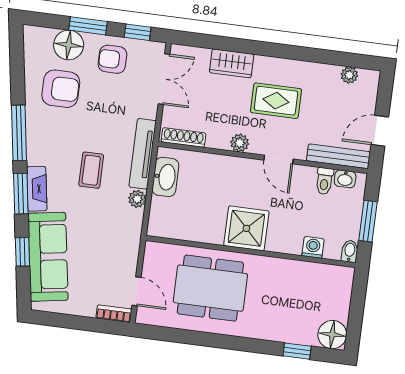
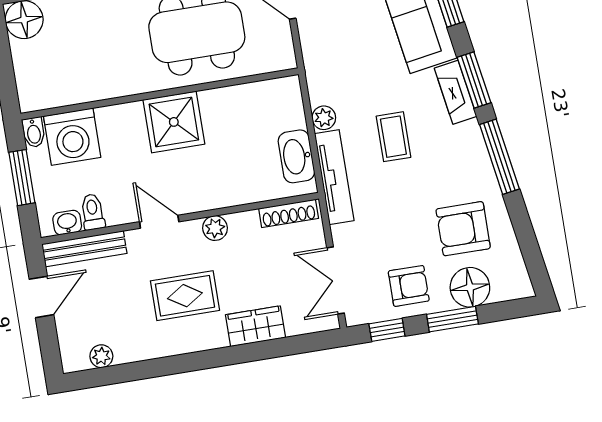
washing machine: (313, 247) -> (72, 137), width x1.89, depth x1.89

